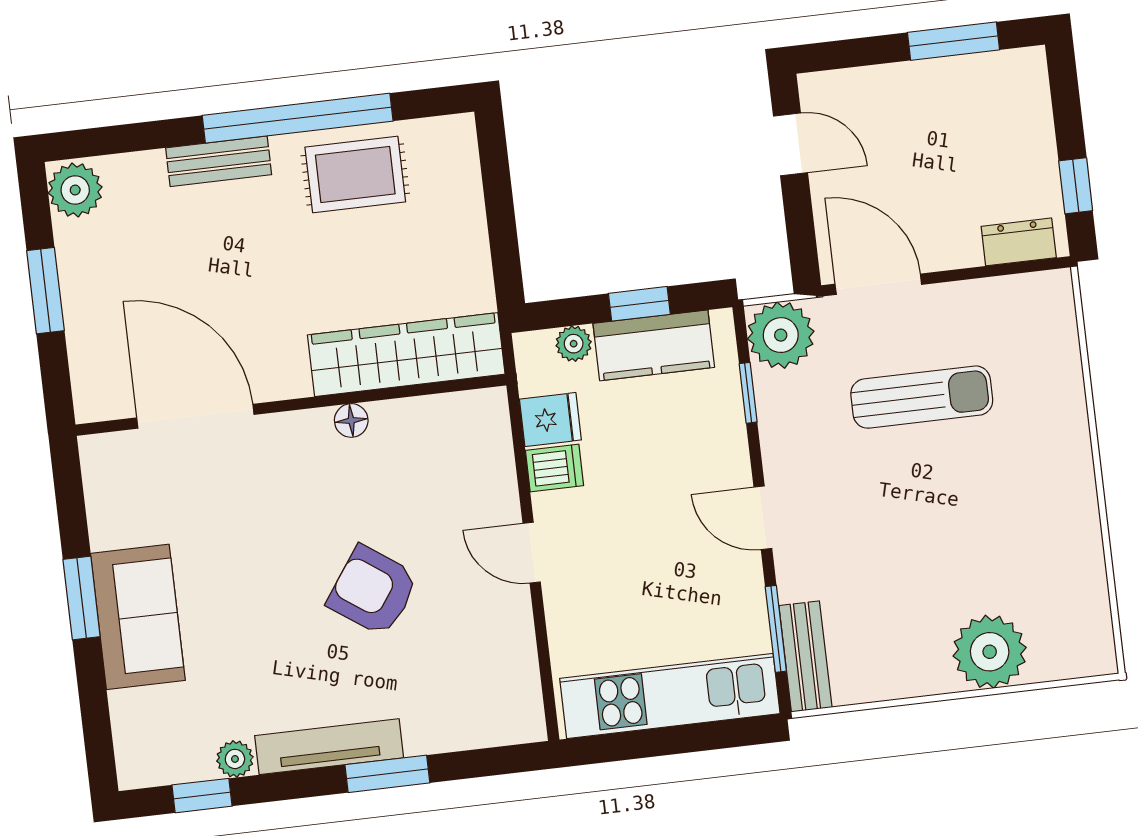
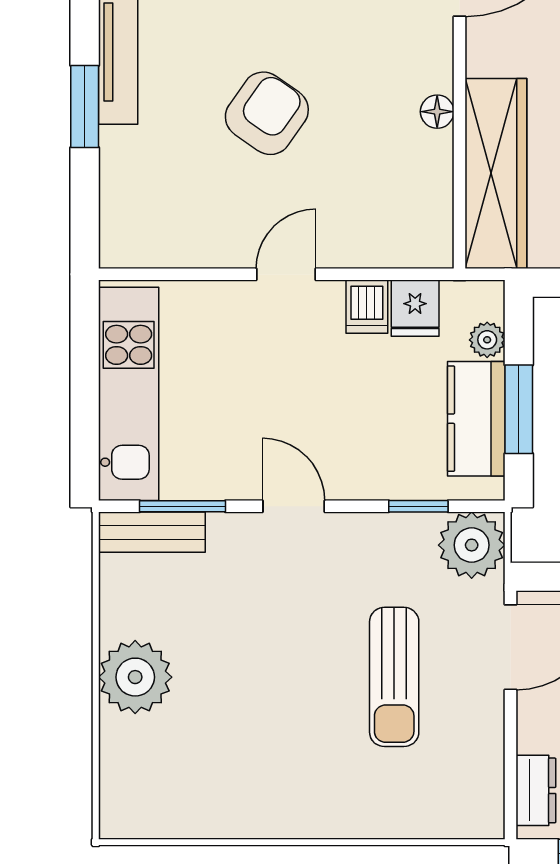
window: (639, 304) -> (519, 409), width x1.50
door: (763, 518) -> (294, 506), hinge flipped
plant: (990, 652) -> (135, 677), moved

